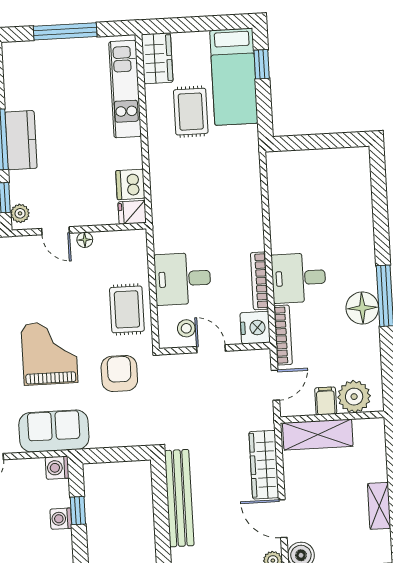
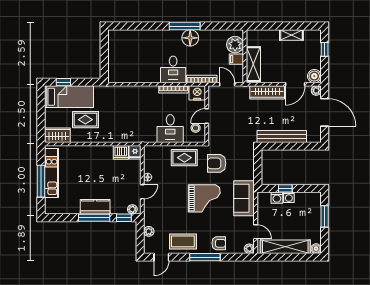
kitchen unit: (125, 89) -> (52, 173), moved, turned -90
grand piano: (49, 353) -> (204, 198), turned 180
washing machine: (57, 468) -> (277, 198), moved

